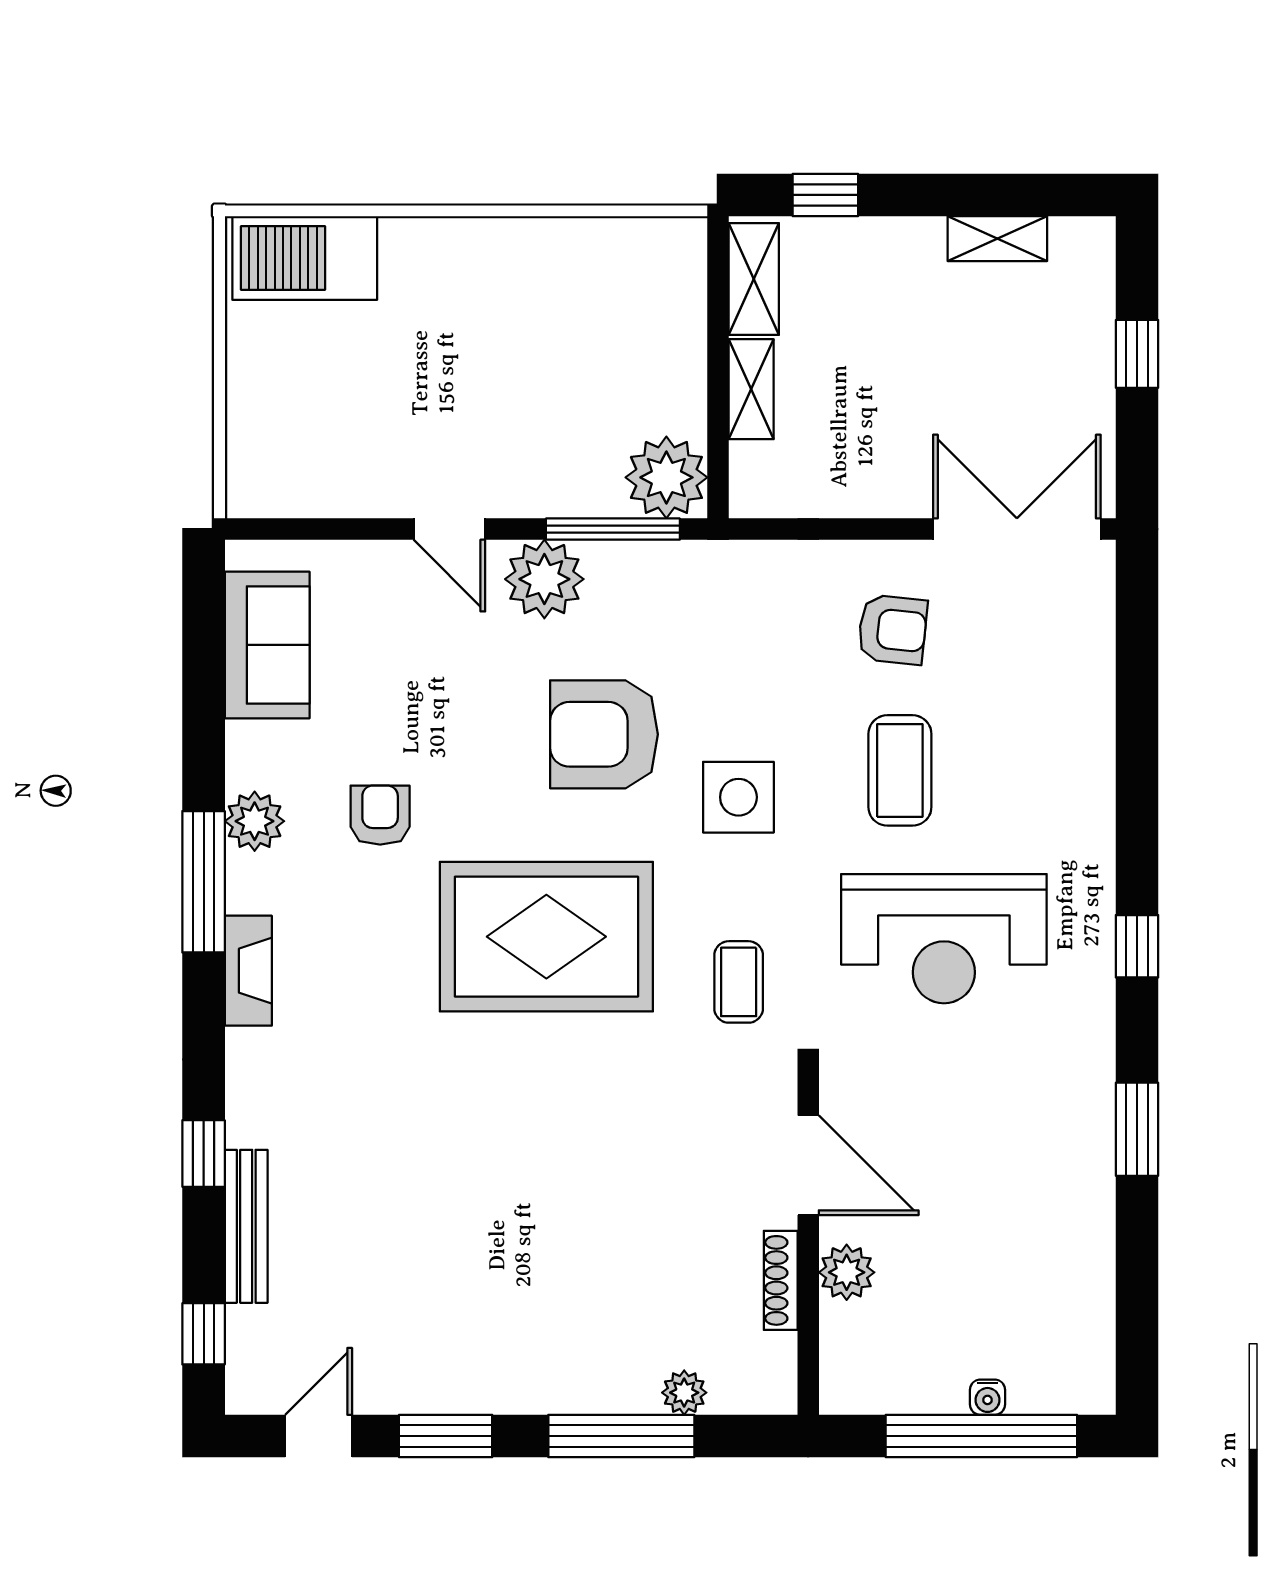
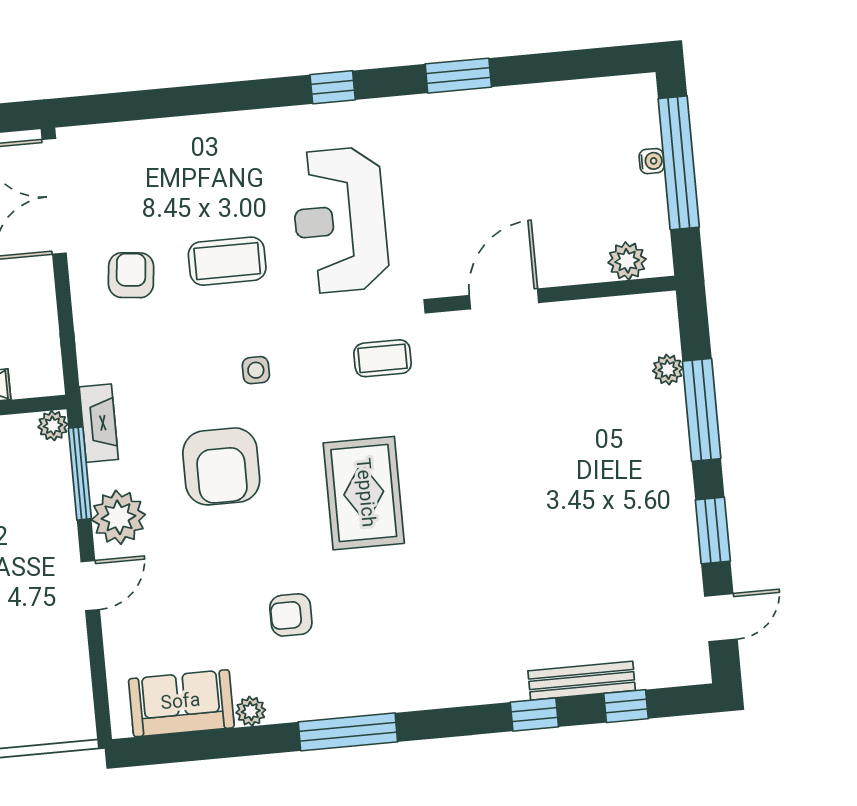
plant: (666, 477) -> (53, 426), width x0.53, depth x0.53
side table: (738, 797) -> (256, 370), width x0.54, depth x0.54
plant: (255, 821) -> (251, 711), moved, width x0.73, depth x0.73
rug: (546, 937) -> (364, 493), width x0.73, depth x0.69
reception desk: (944, 939) -> (340, 220), turned 180
fireplace: (248, 971) -> (99, 423), moved, turned 90
plant: (847, 1272) -> (627, 261), moved
shoe rack: (781, 1280) -> (585, 310), removed
window: (204, 1334) -> (626, 706), moved
door: (319, 1436) -> (721, 618), swing flipped

